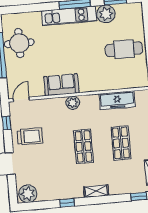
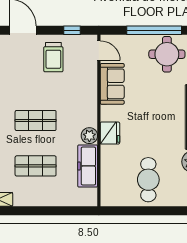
fridge: (88, 84) -> (110, 133), added
sofa: (61, 85) -> (112, 84), moved
plant: (73, 103) -> (89, 136), moved

